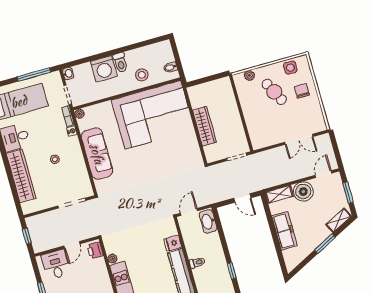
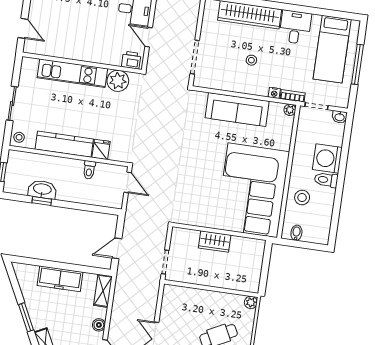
window: (34, 74) -> (357, 64), moved
plant: (249, 75) -> (251, 302), moved
wardrobe: (204, 126) -> (215, 242), width x0.67
boiler: (303, 192) -> (99, 325), width x0.54, depth x0.54
washbasin: (208, 221) -> (42, 189), moved
plant: (112, 259) -> (118, 81), width x1.87, depth x1.87
toilet: (197, 263) -> (89, 170), moved

